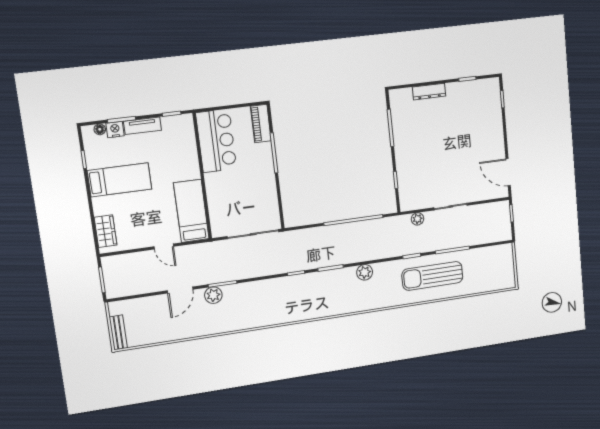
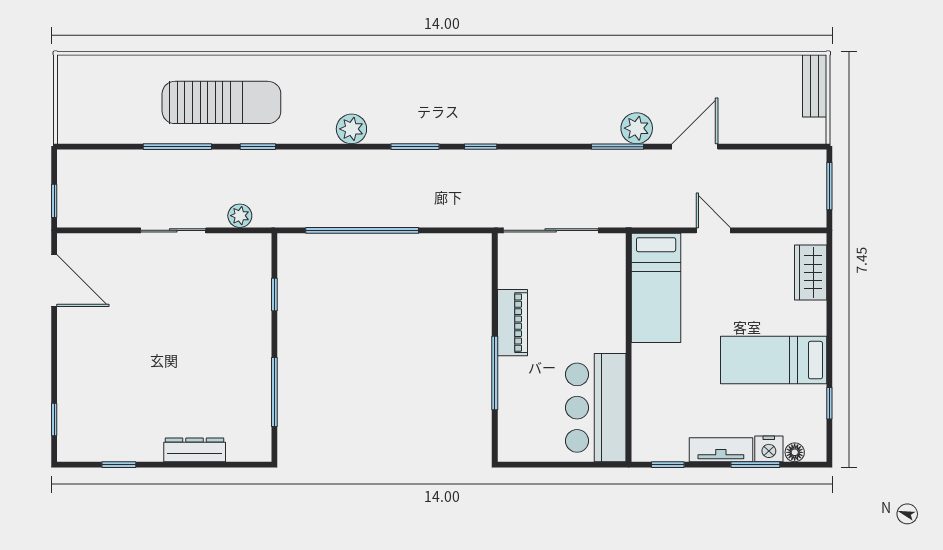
piano: (261, 124) -> (512, 323), moved

